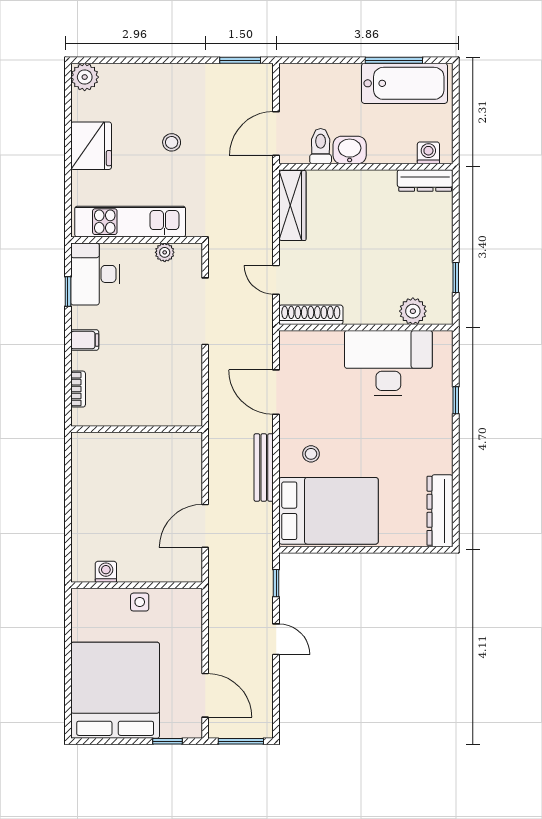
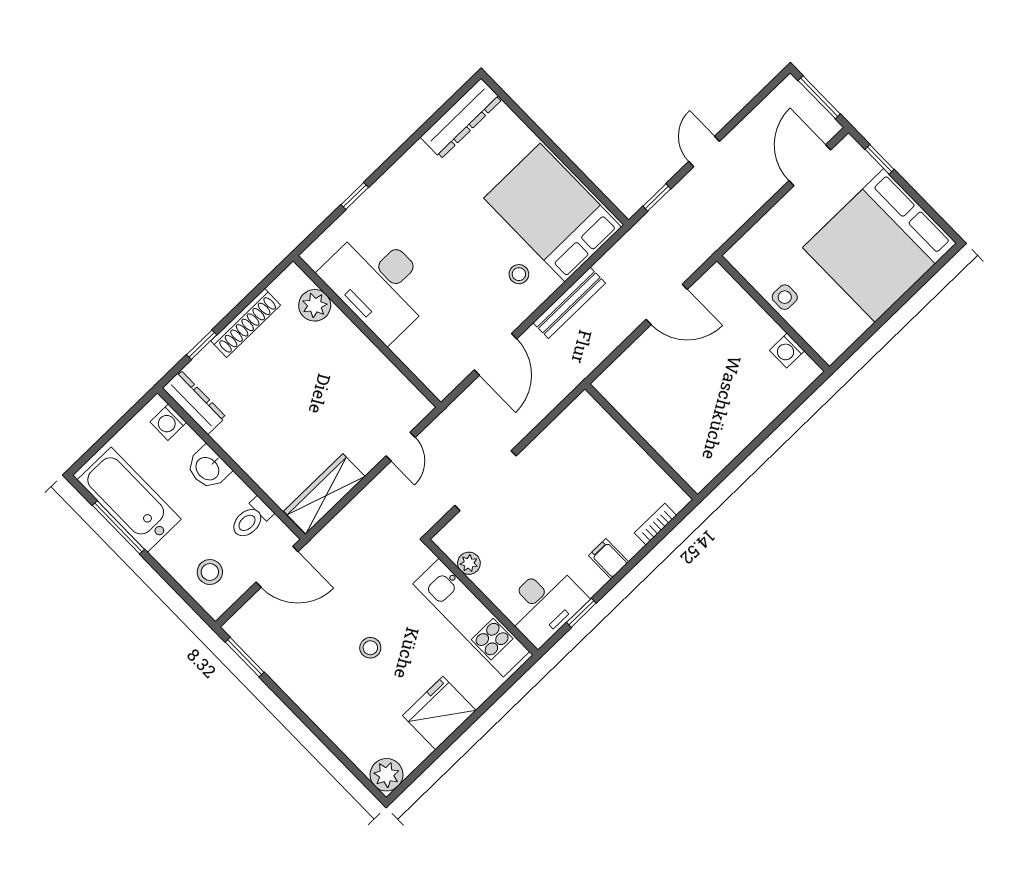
stool: (313, 90) -> (210, 572), added
washbasin: (350, 150) -> (208, 468), moved
window: (456, 278) -> (202, 345), moved
shoe rack: (311, 315) -> (246, 323), moved, turned -90

